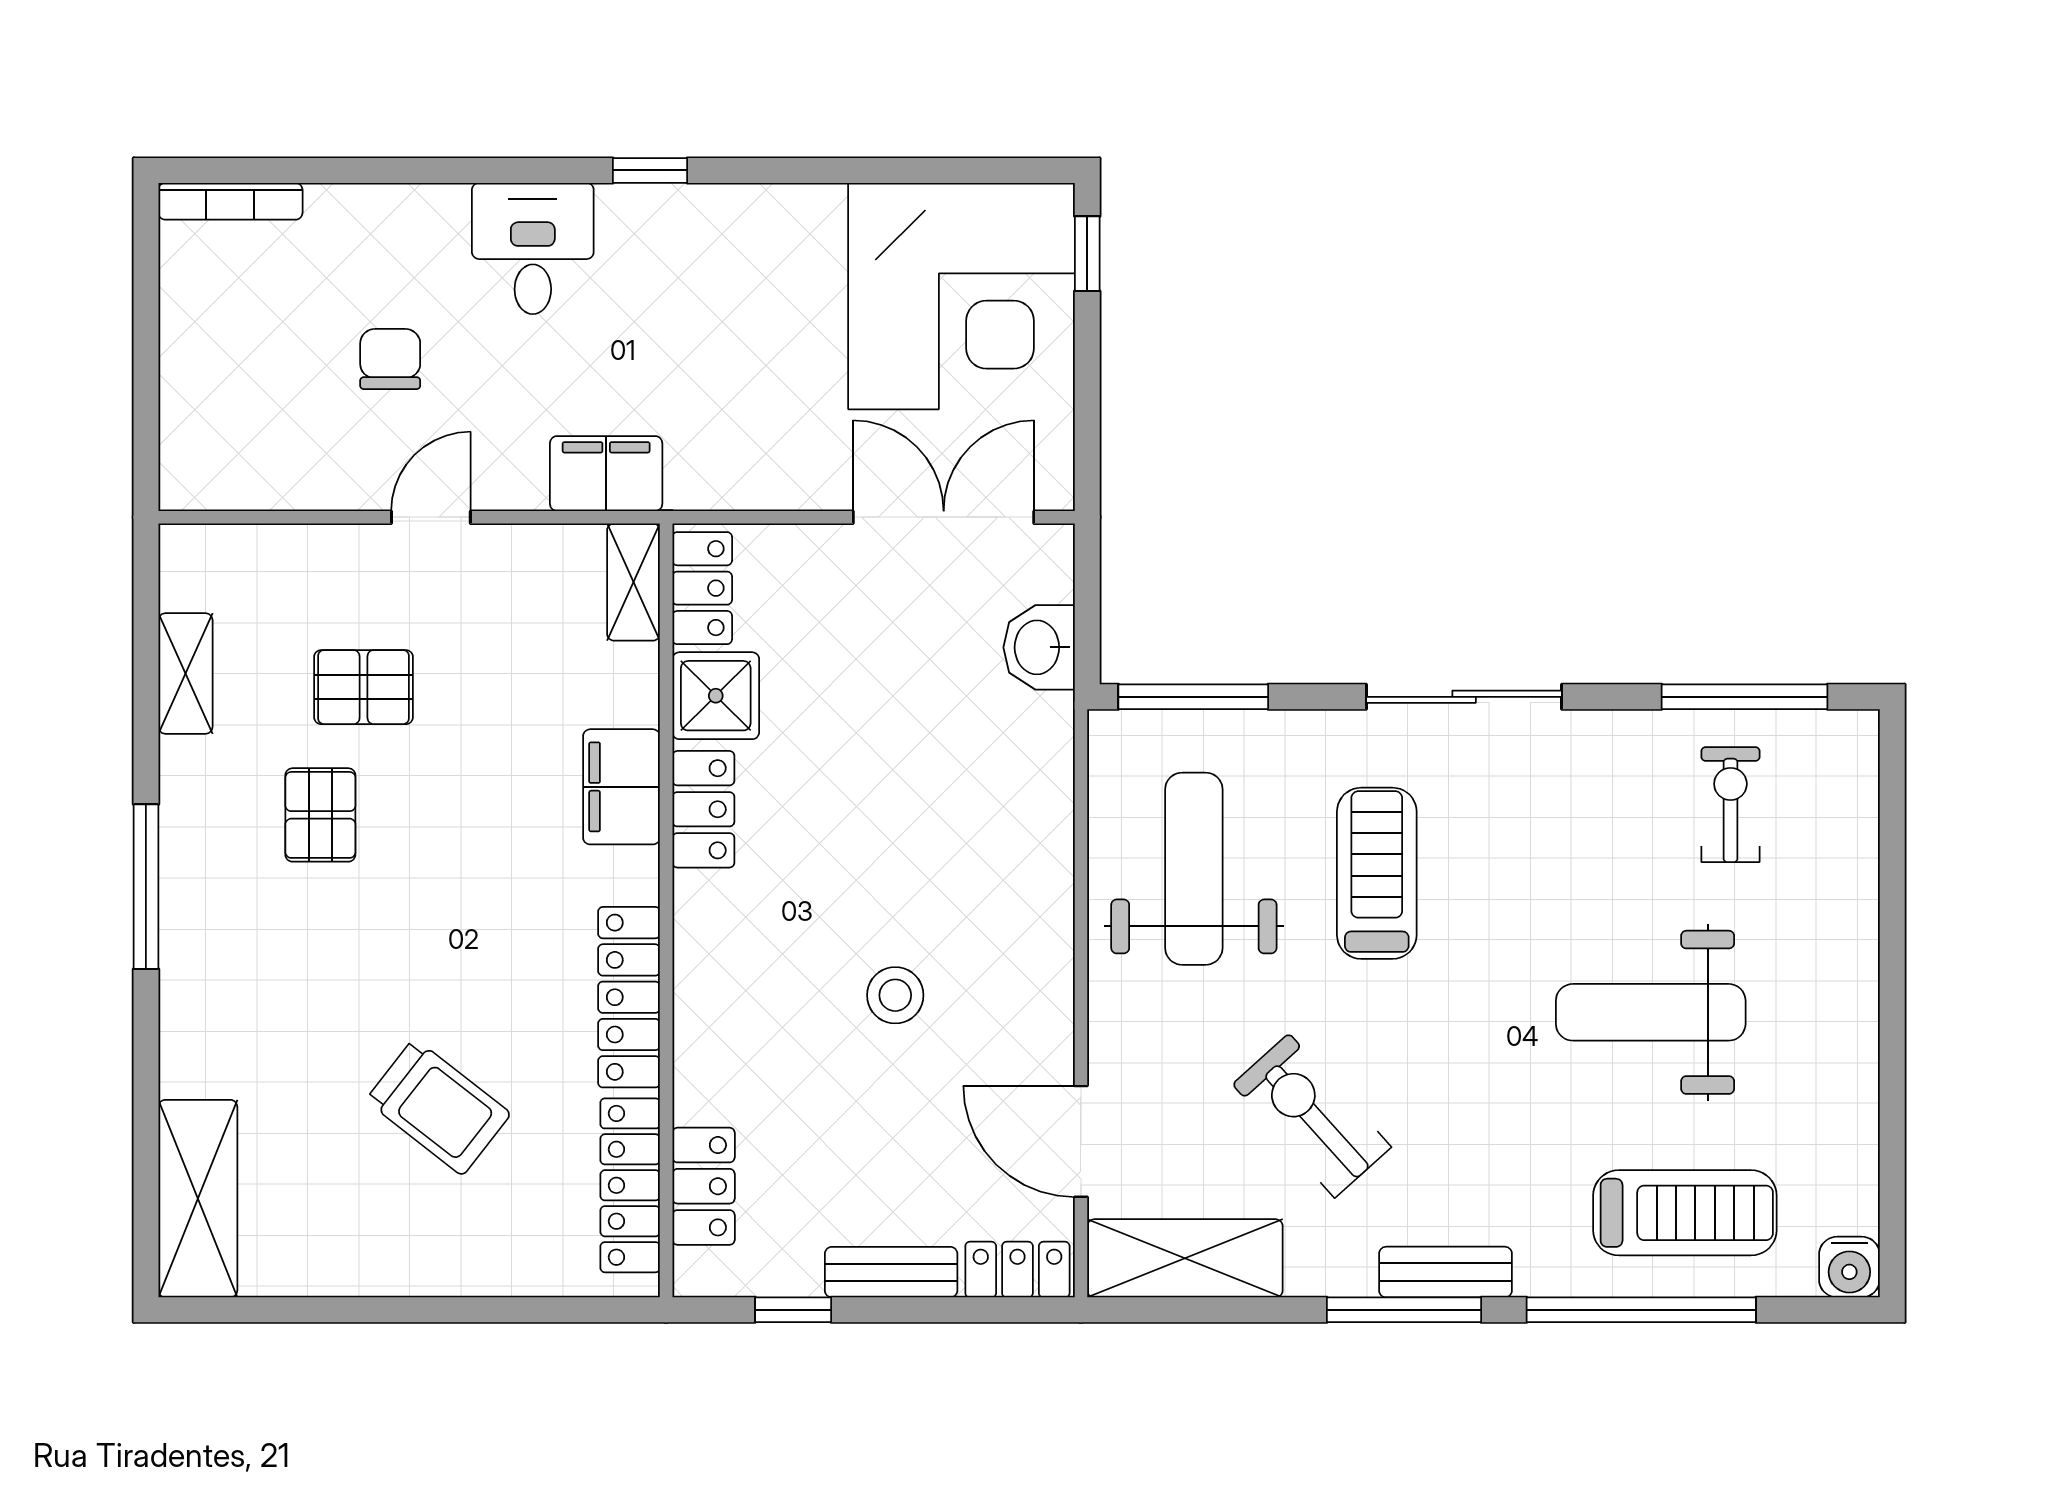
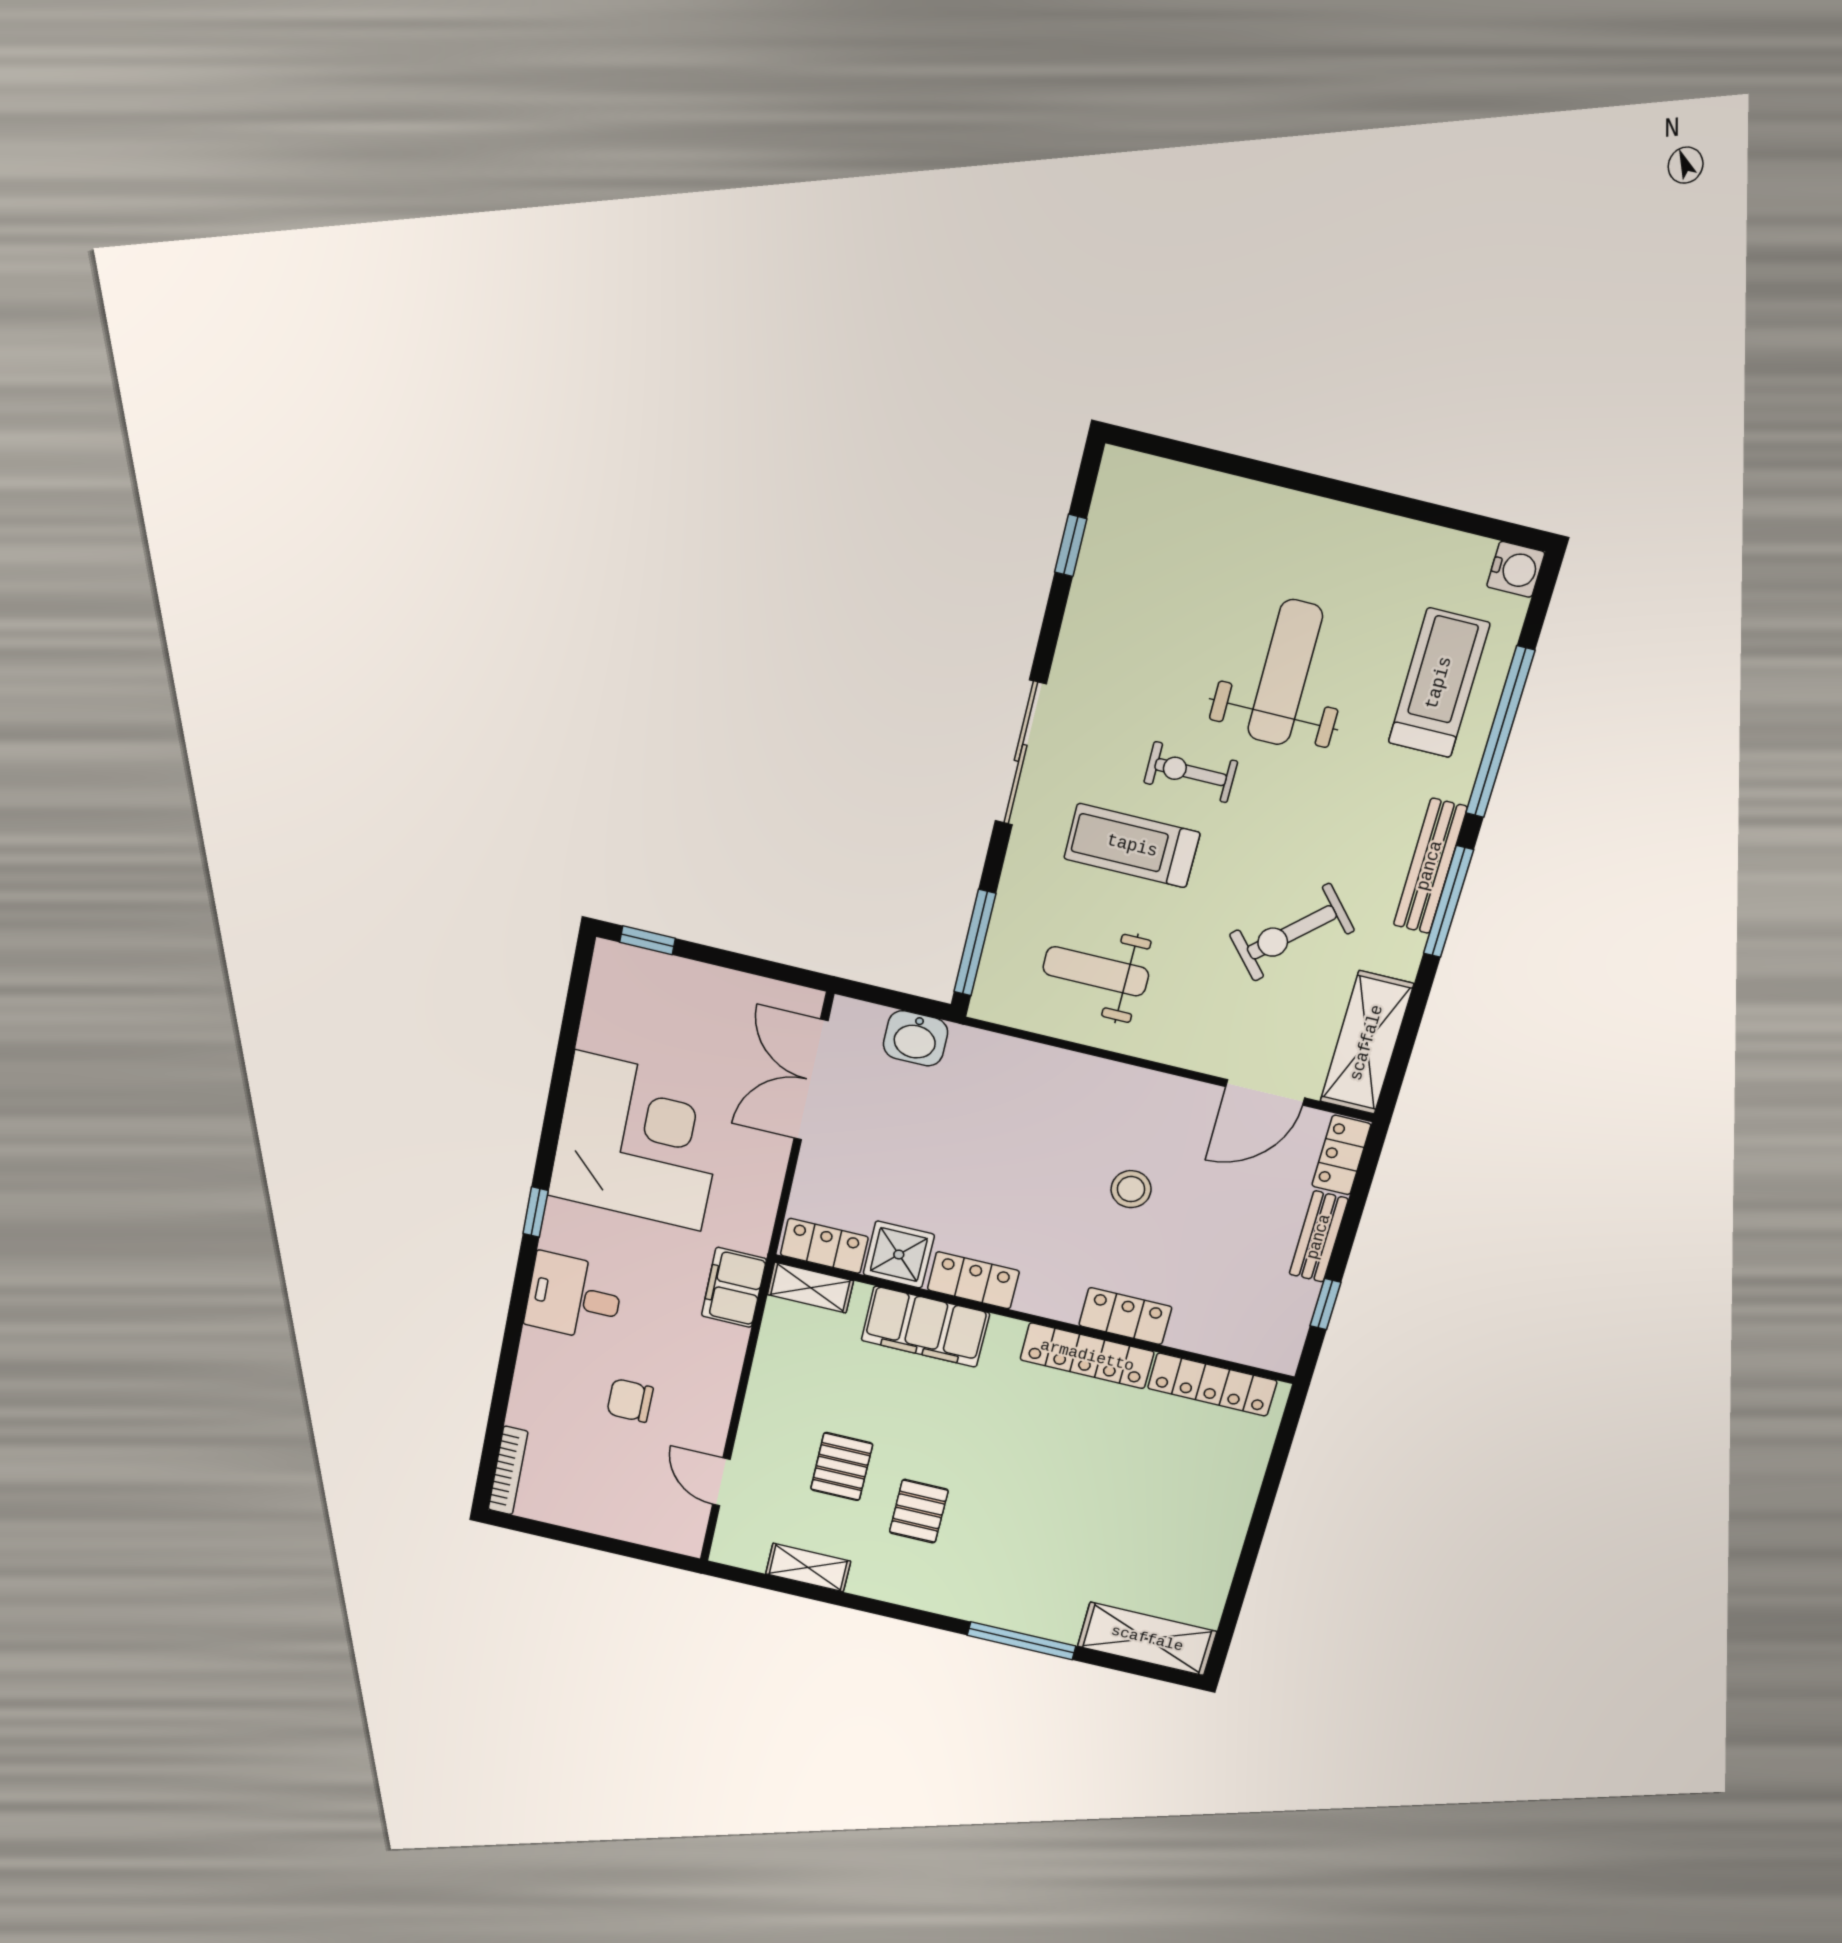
corner desk: (961, 296) -> (638, 1141), moved
door: (431, 517) -> (721, 1482), moved
window: (1744, 697) -> (1071, 545), width x0.46
filing cabinet: (621, 787) -> (925, 1327), width x1.50, depth x1.17
exercise bike: (1730, 805) -> (1191, 772), moved
pallet: (320, 815) -> (919, 1511), turned 90
weight bench: (1194, 869) -> (1096, 971), width x0.73, depth x0.75
window: (146, 887) -> (1021, 1641), moved
weight bench: (1651, 1012) -> (1285, 673), turned 180
trolley: (438, 1107) -> (1128, 1487), removed
locker: (704, 1186) -> (1125, 1316), moved
bench: (1446, 1272) -> (1430, 866), width x1.36

